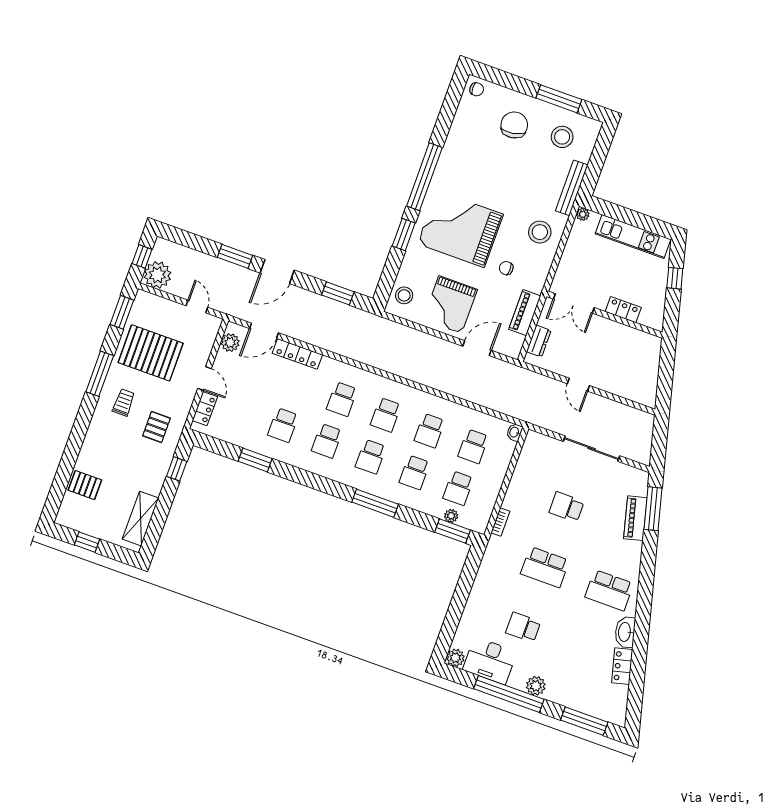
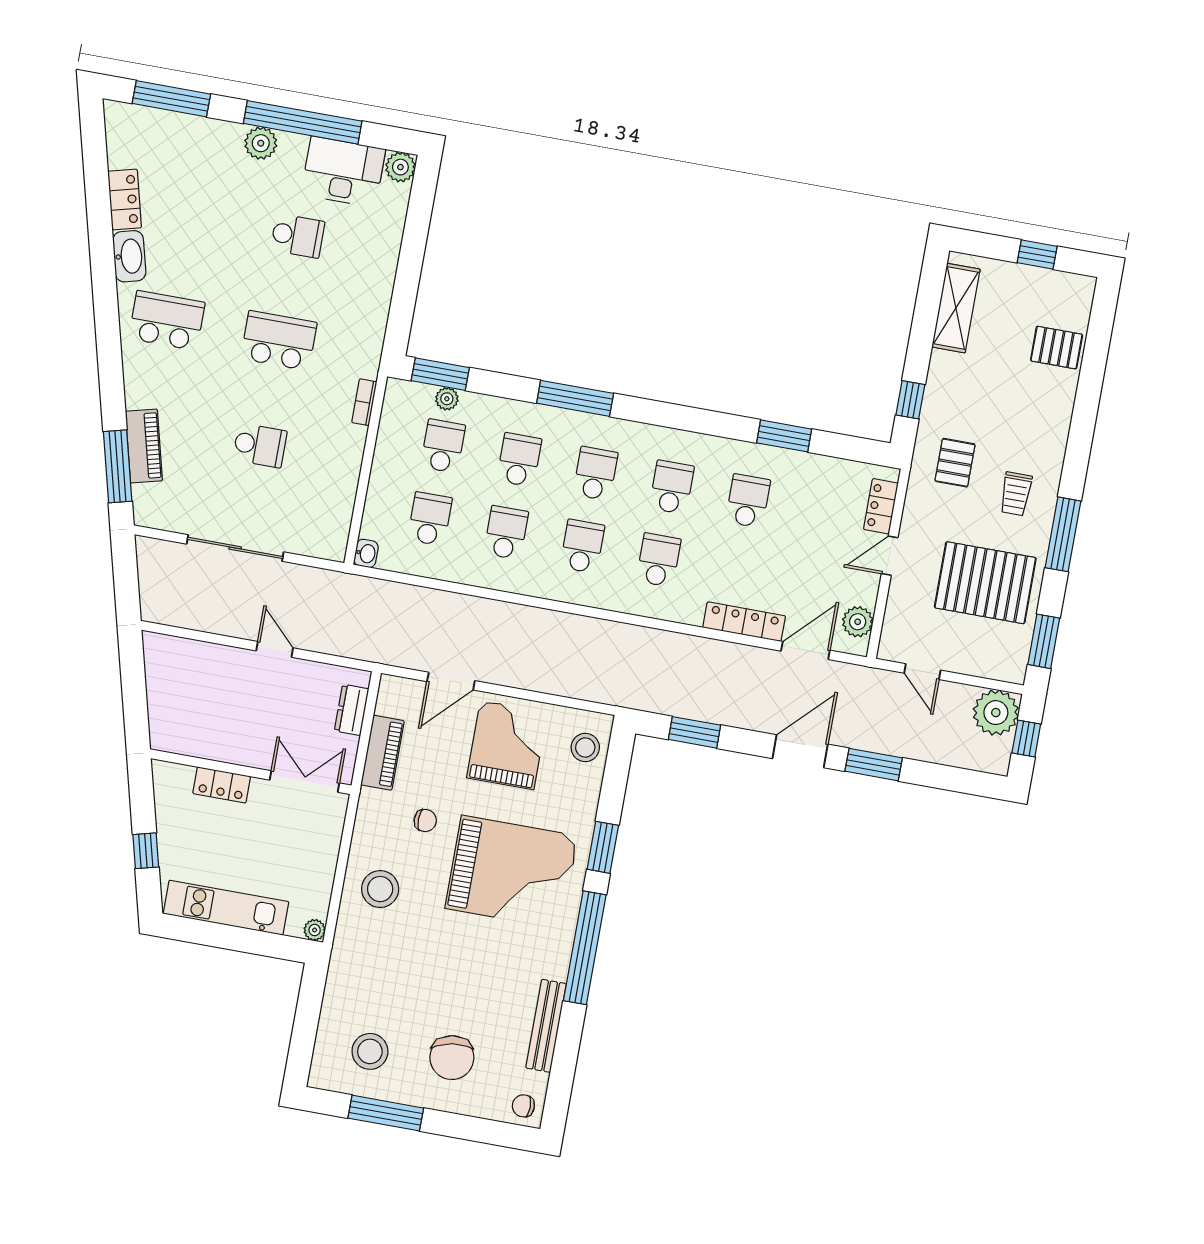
bench: (572, 188) -> (546, 1026), moved
door: (205, 379) -> (890, 556), hinge flipped

